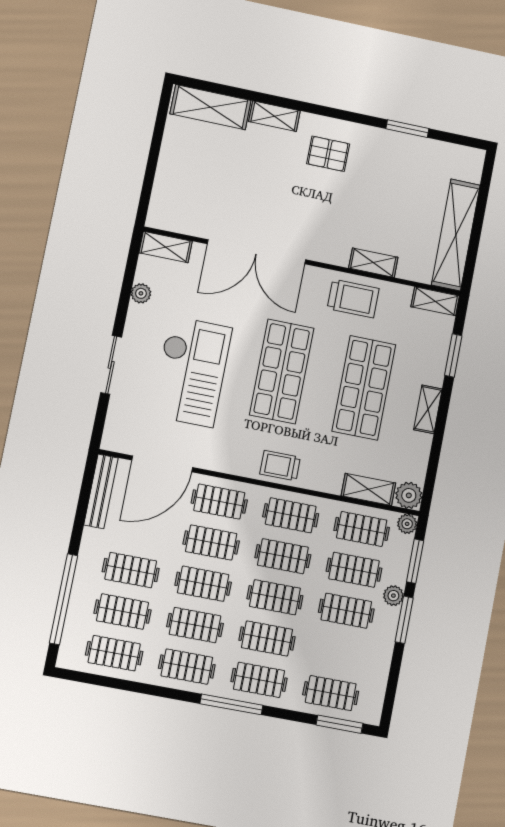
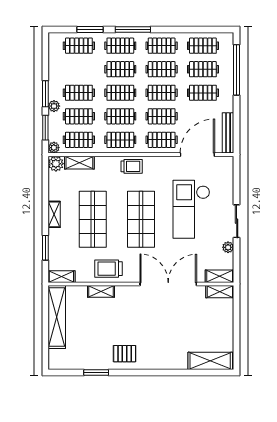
shelving: (274, 116) -> (220, 292), moved
pallet: (328, 154) -> (125, 354), moved
sliding door: (111, 365) -> (237, 221), moved
window: (339, 724) -> (90, 30), moved

